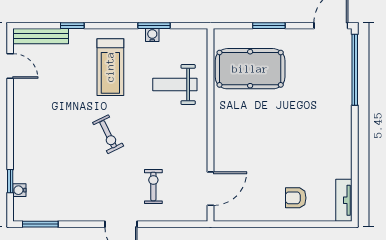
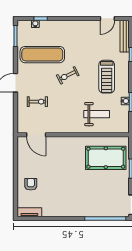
treadmill: (110, 67) -> (107, 77), turned -90
pool table: (250, 69) -> (106, 158), turned 90
weight bench: (175, 85) -> (97, 114), turned 90
exercise mat: (72, 178) -> (42, 55), added

